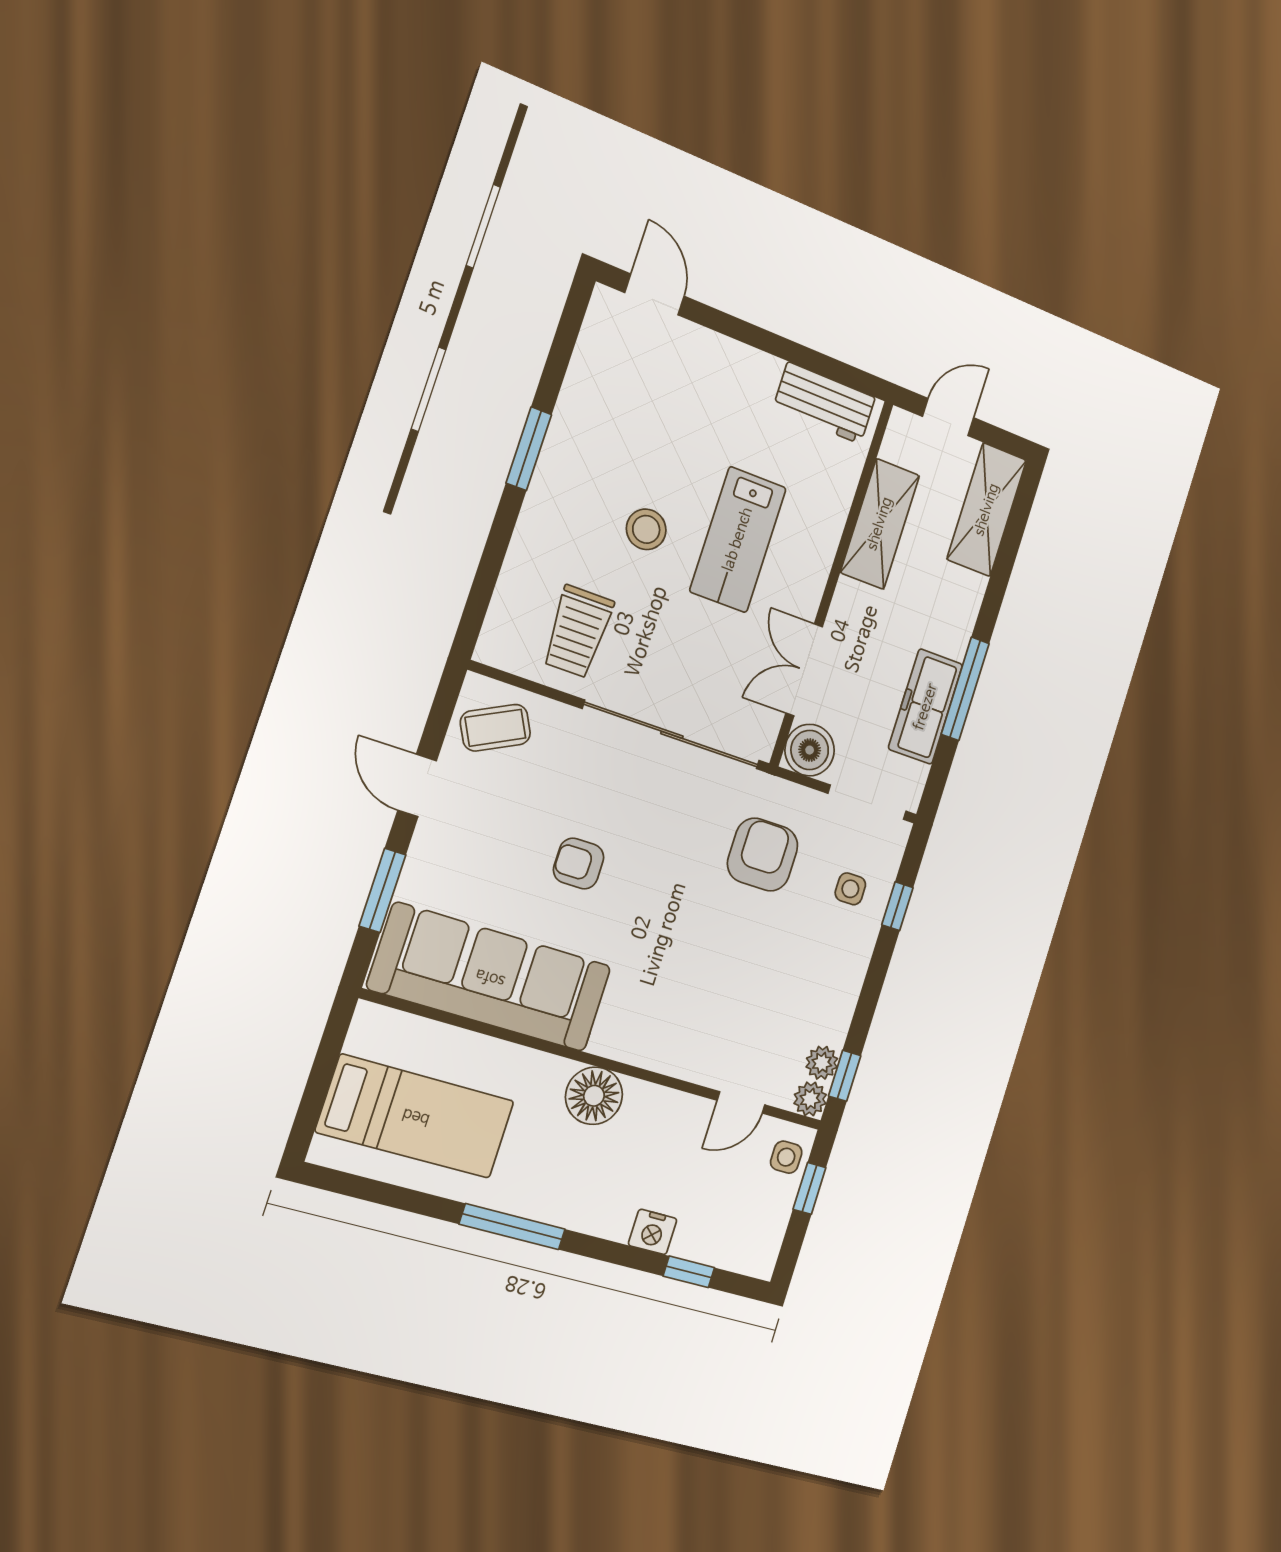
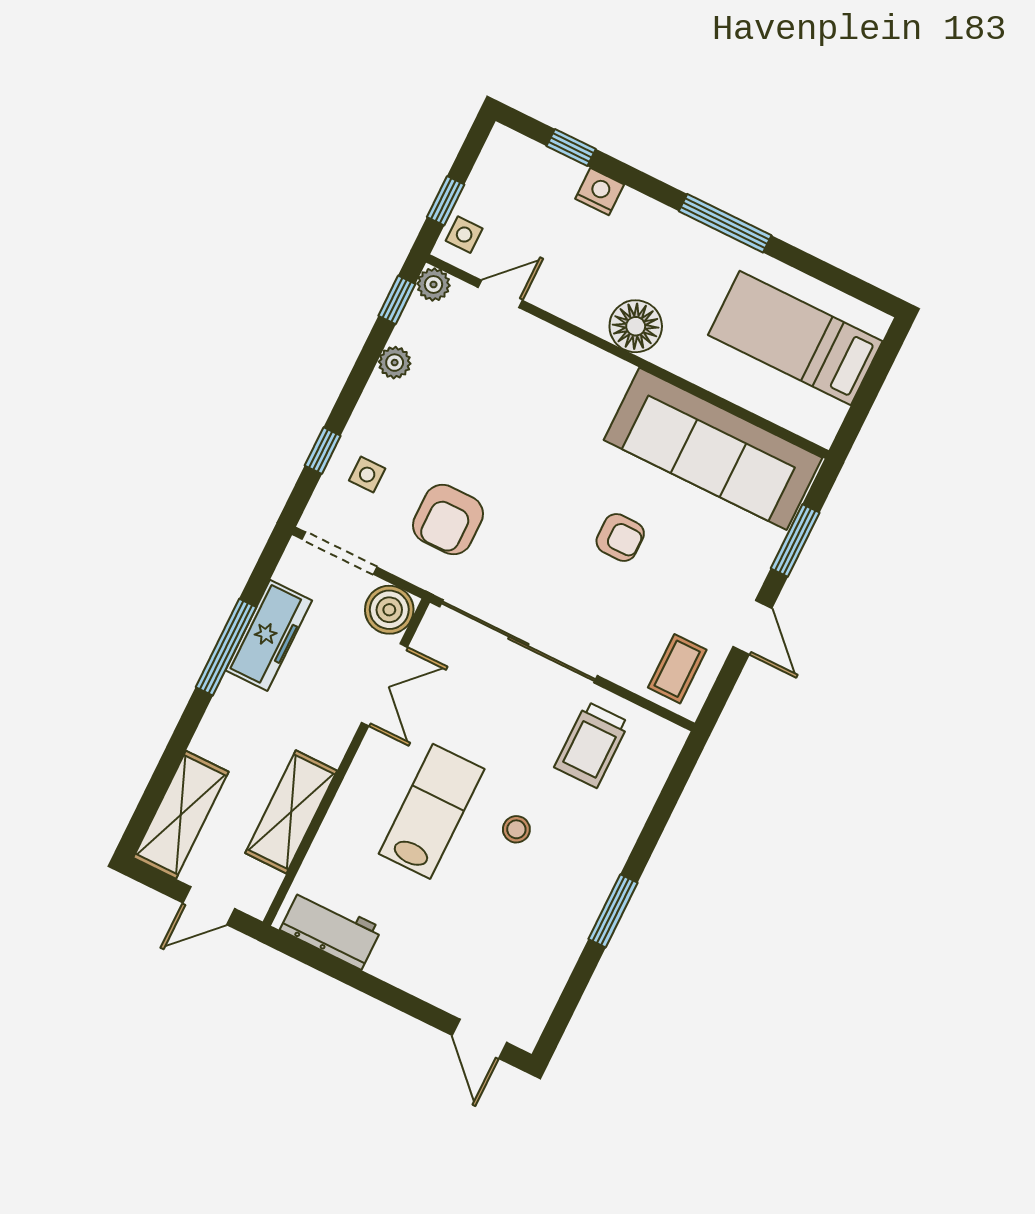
stool: (646, 529) -> (516, 829), width x0.73, depth x0.73
trolley: (578, 632) -> (592, 745), turned 180
coffee table: (495, 728) -> (677, 669), turned -63
plant: (822, 1063) -> (395, 363), moved

